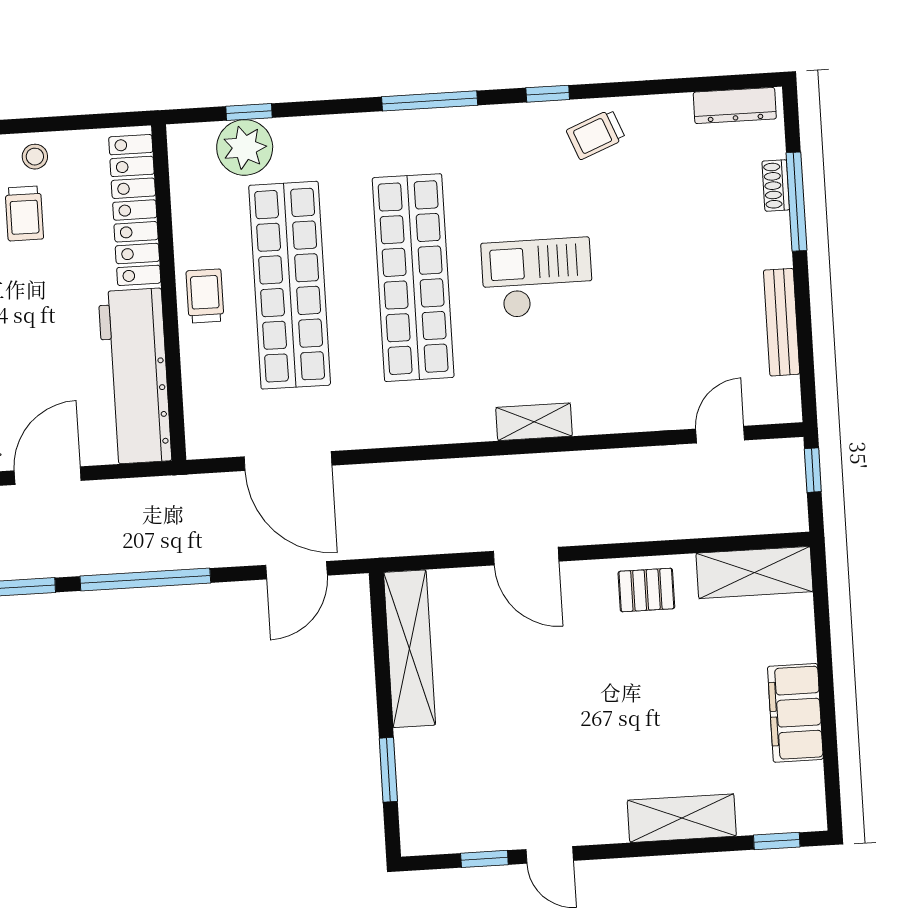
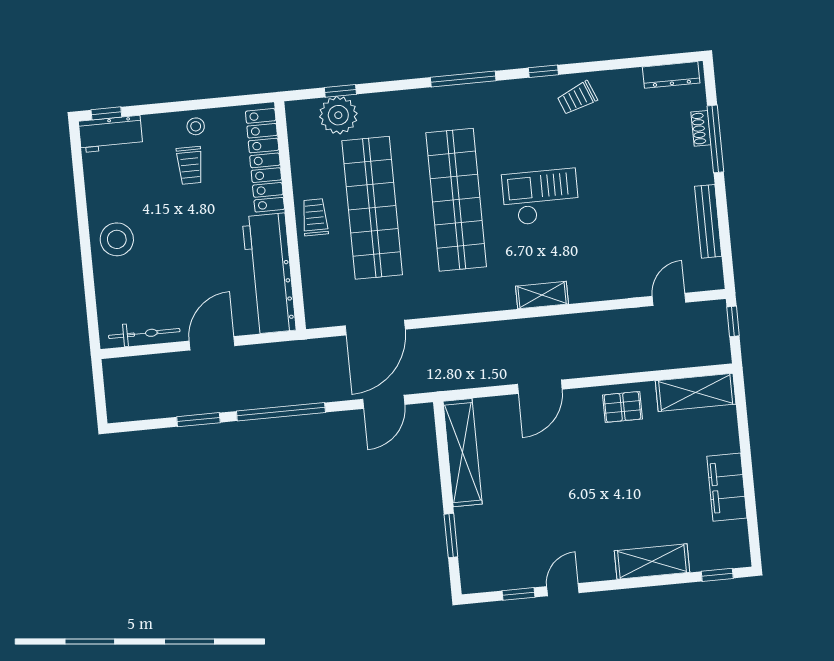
door: (288, 461) -> (375, 328), hinge flipped
door: (526, 556) -> (540, 387), hinge flipped
door: (550, 855) -> (563, 590), swing flipped

